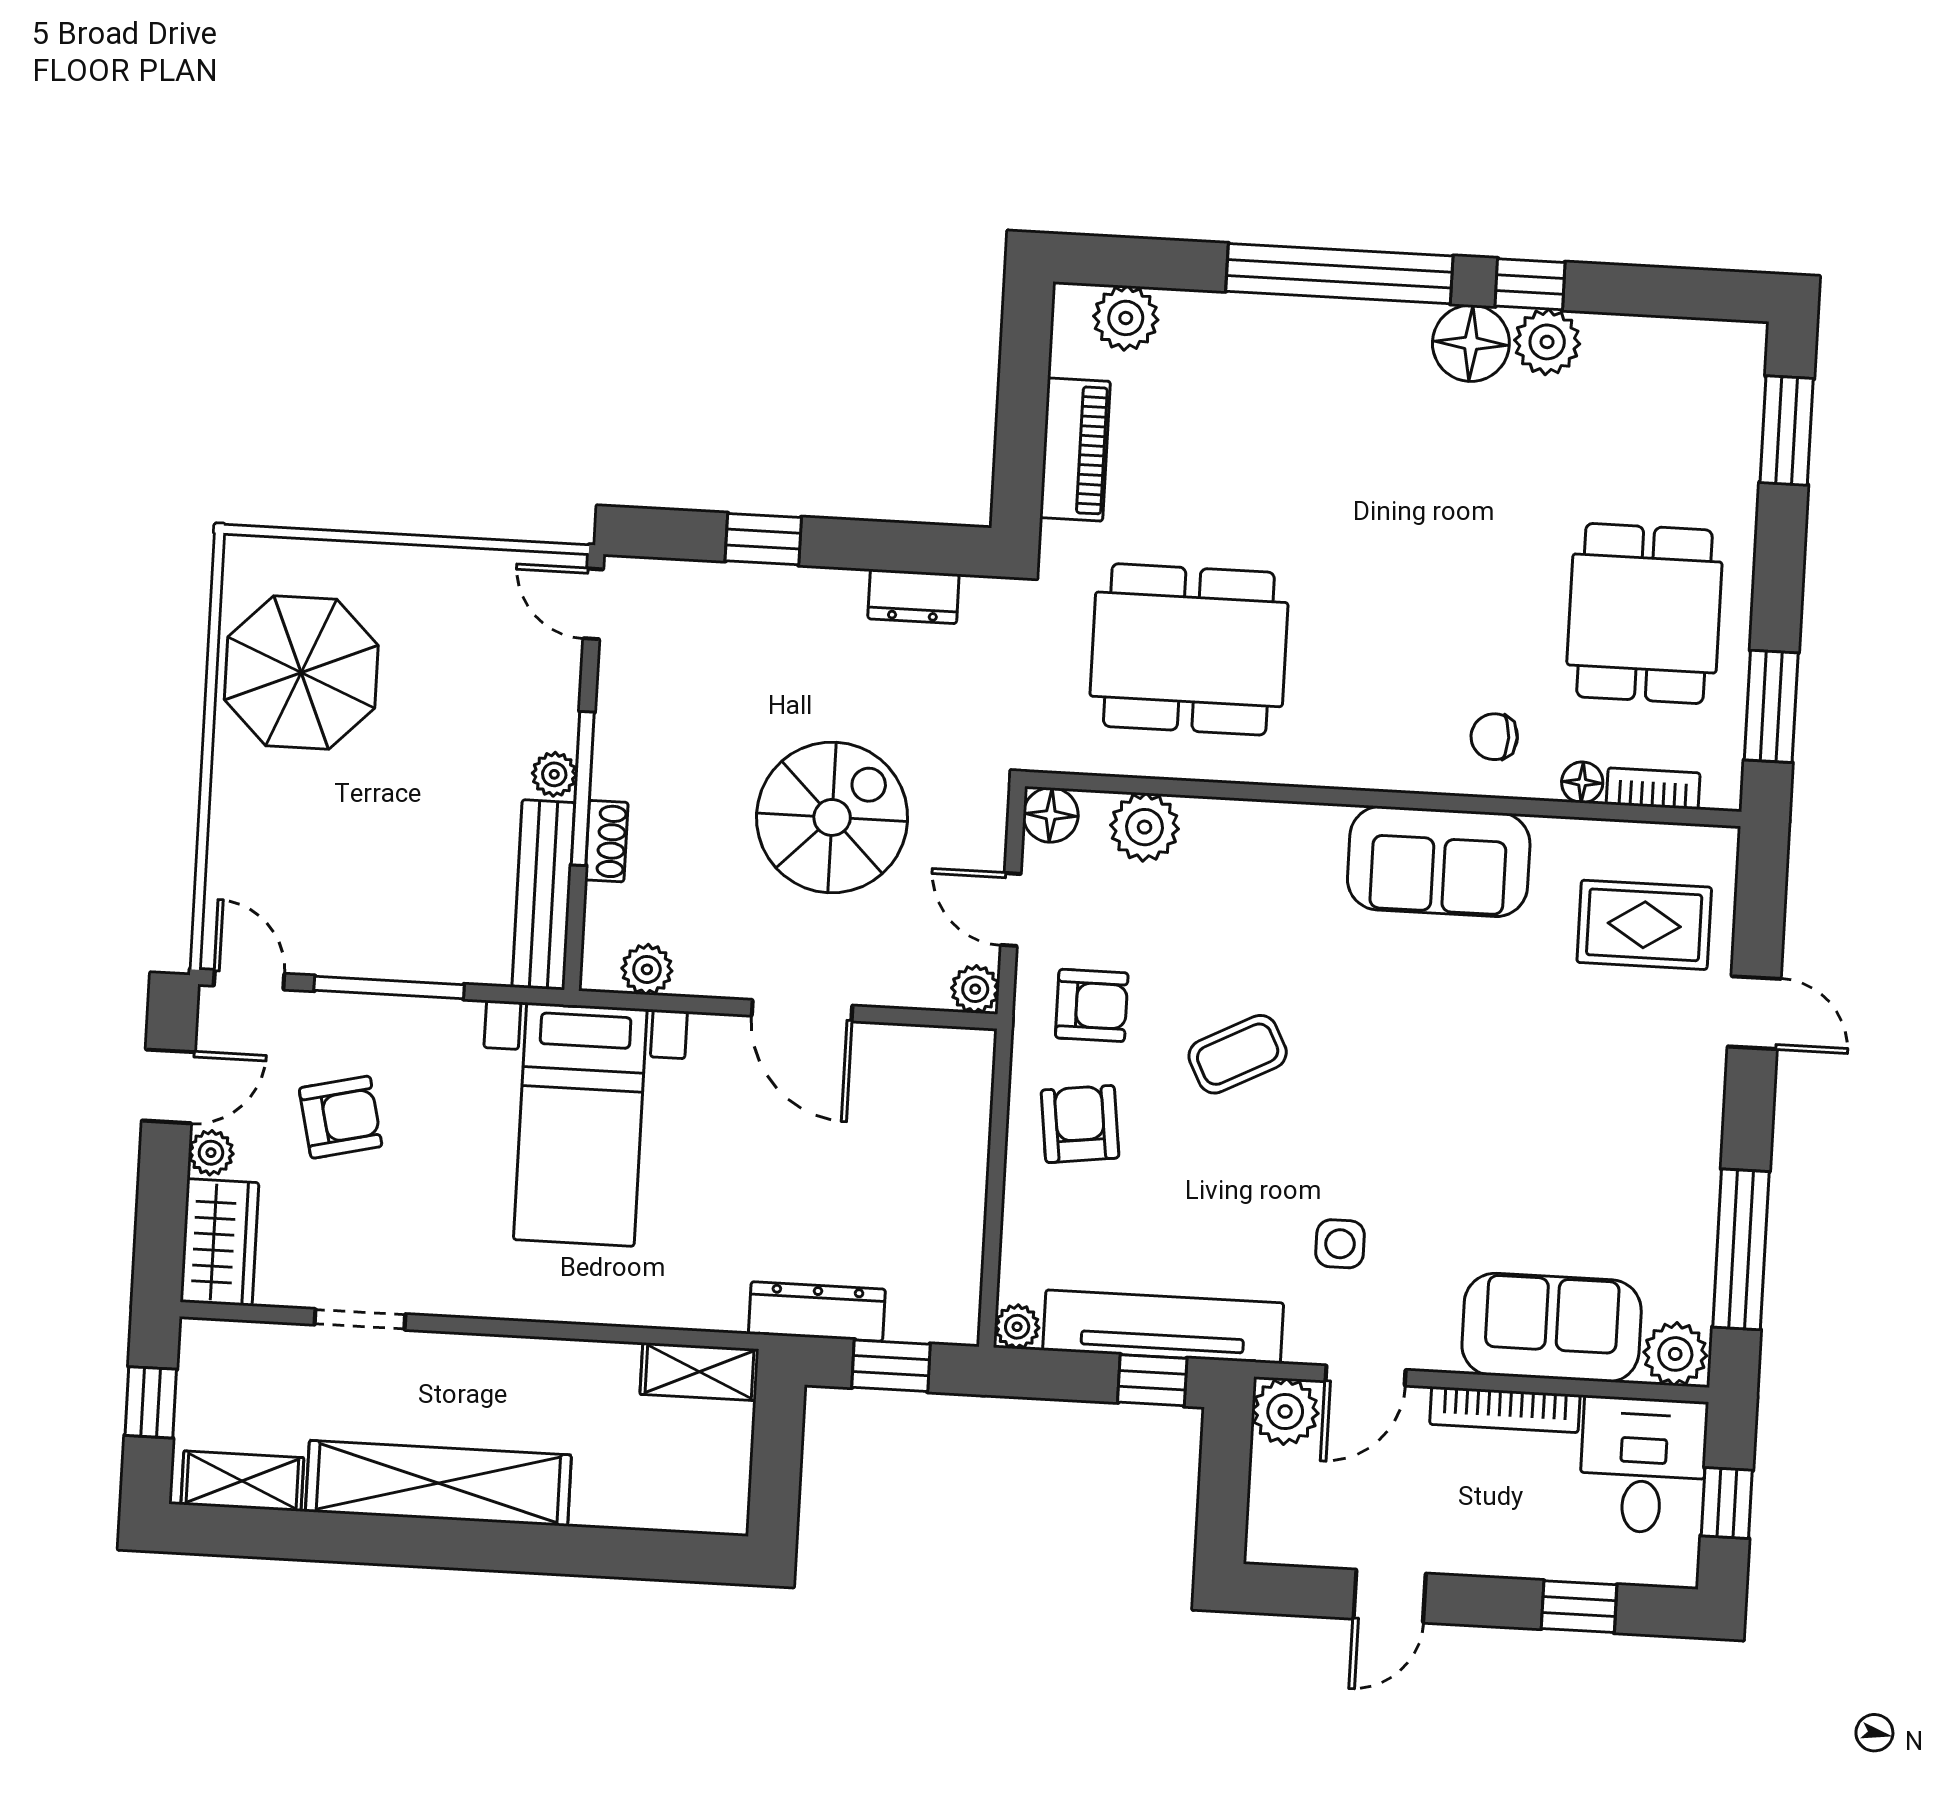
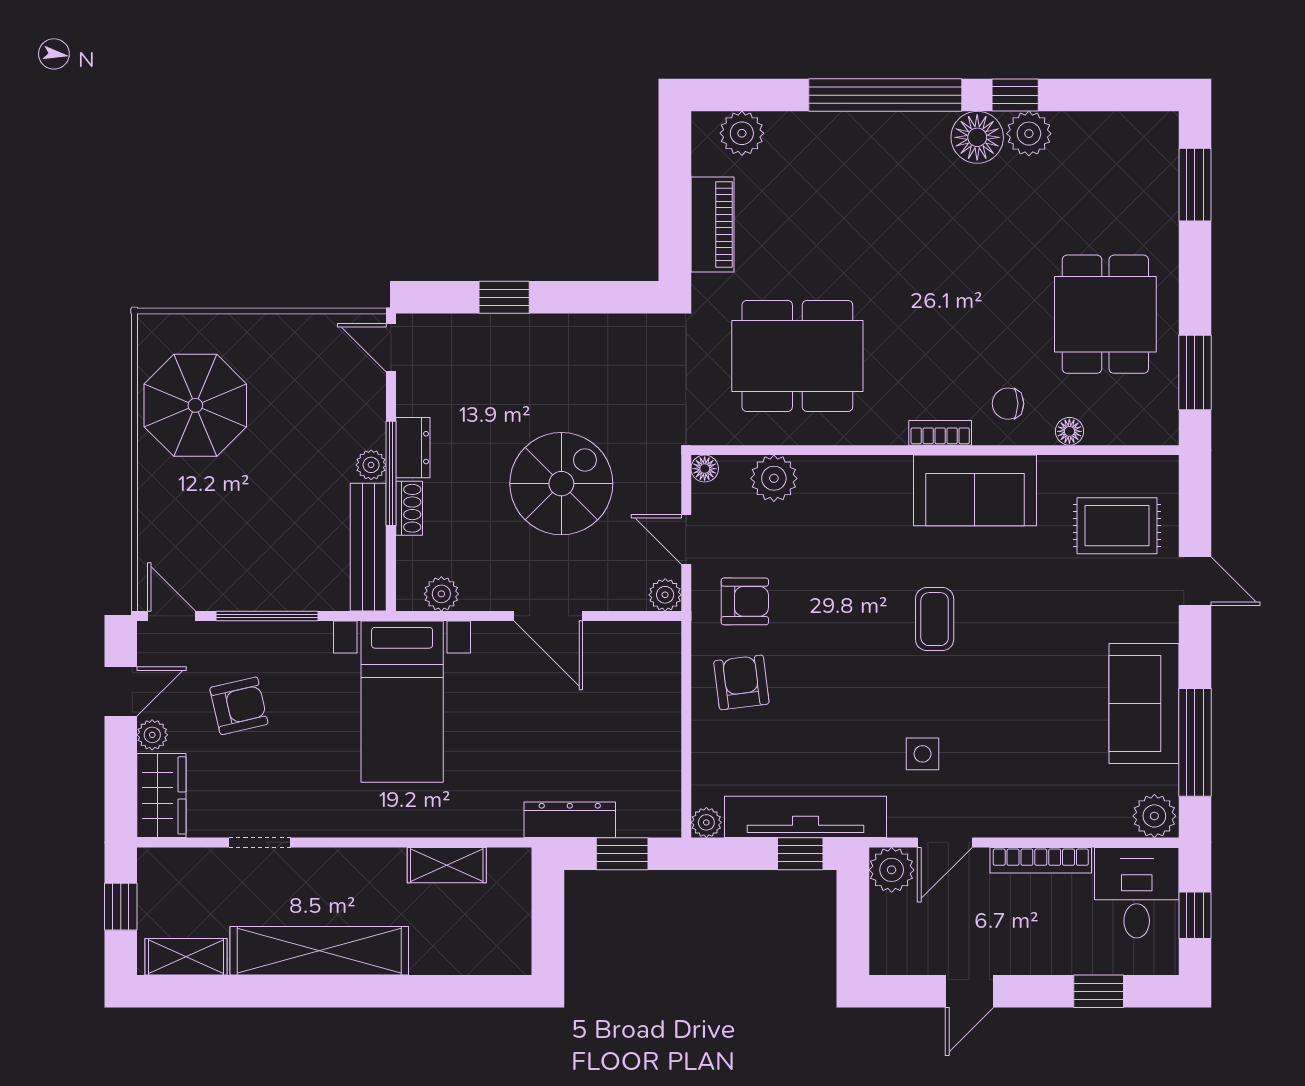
dresser: (913, 596) -> (413, 448), moved, turned -90
bookcase: (1653, 789) -> (940, 433), moved
floor lamp: (1051, 815) -> (705, 469), width x0.73, depth x0.73
coffee table: (1238, 1054) -> (935, 619), moved, turned -63
sofa: (1552, 1328) -> (1144, 703), moved, turned -90
shelving: (699, 1372) -> (447, 865), moved

